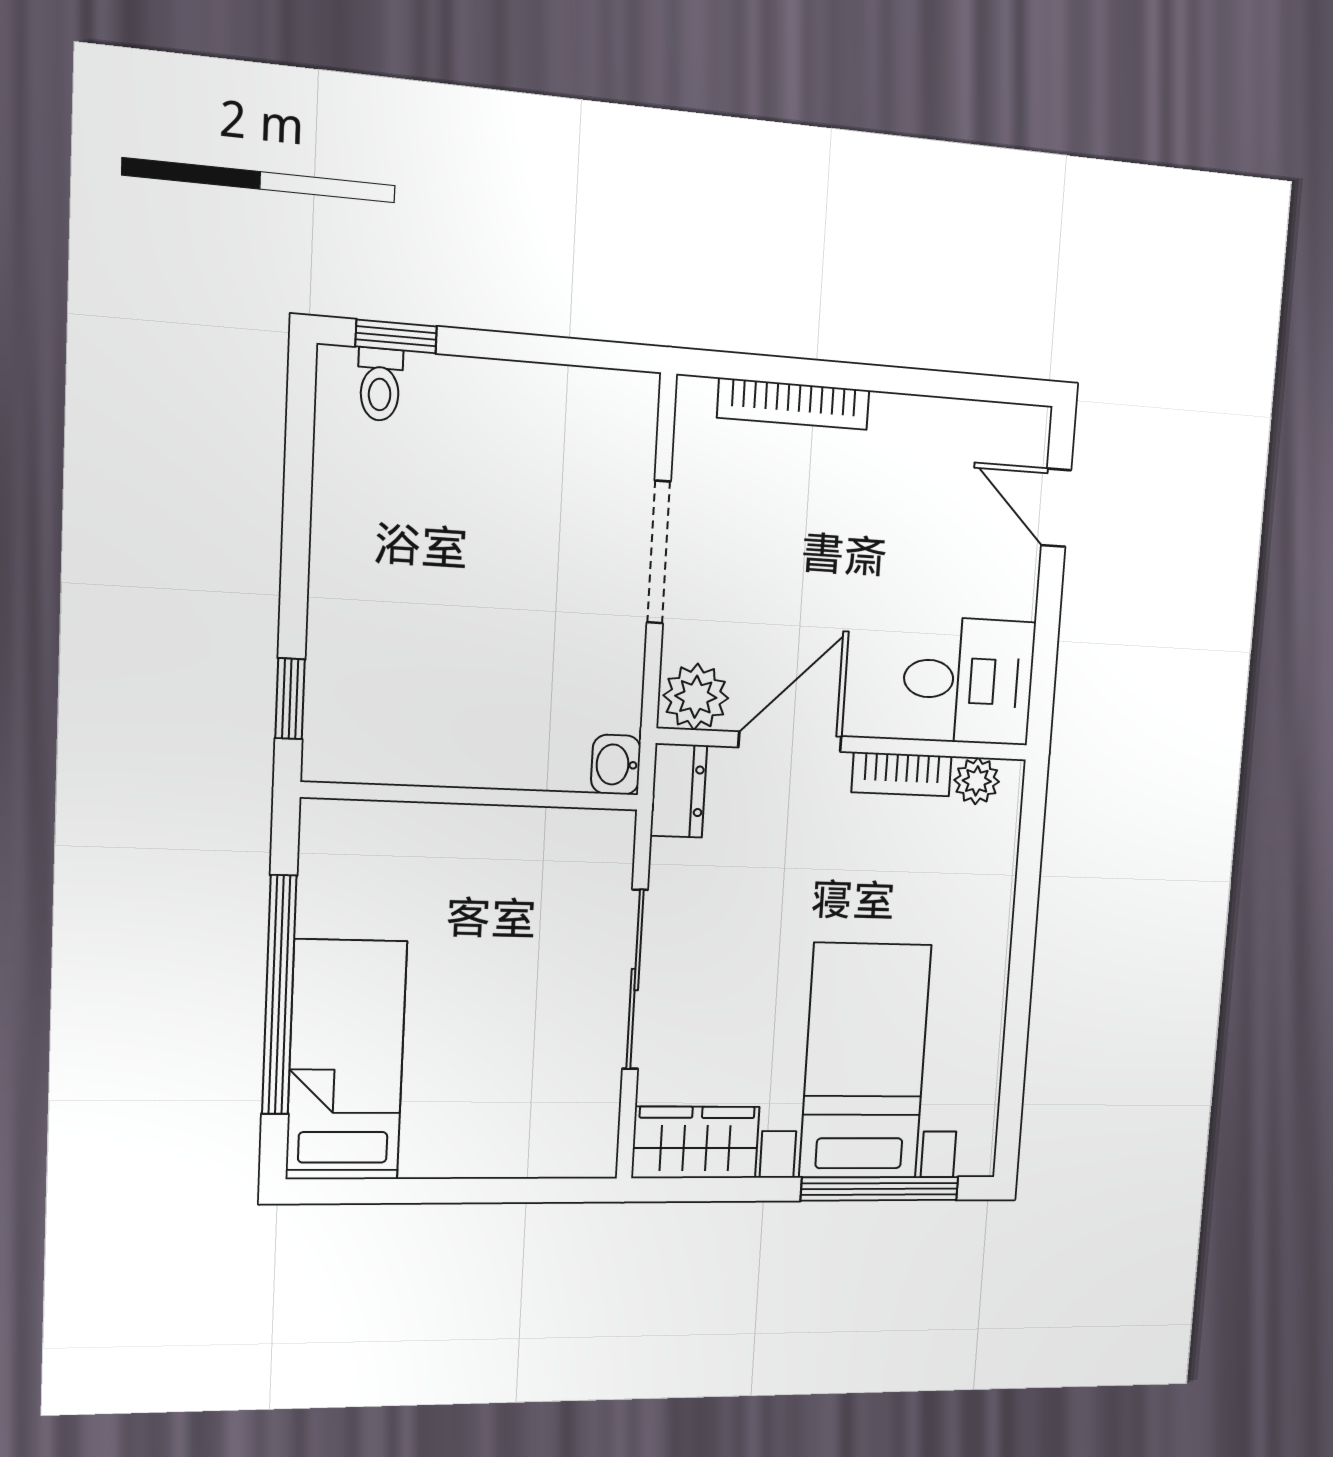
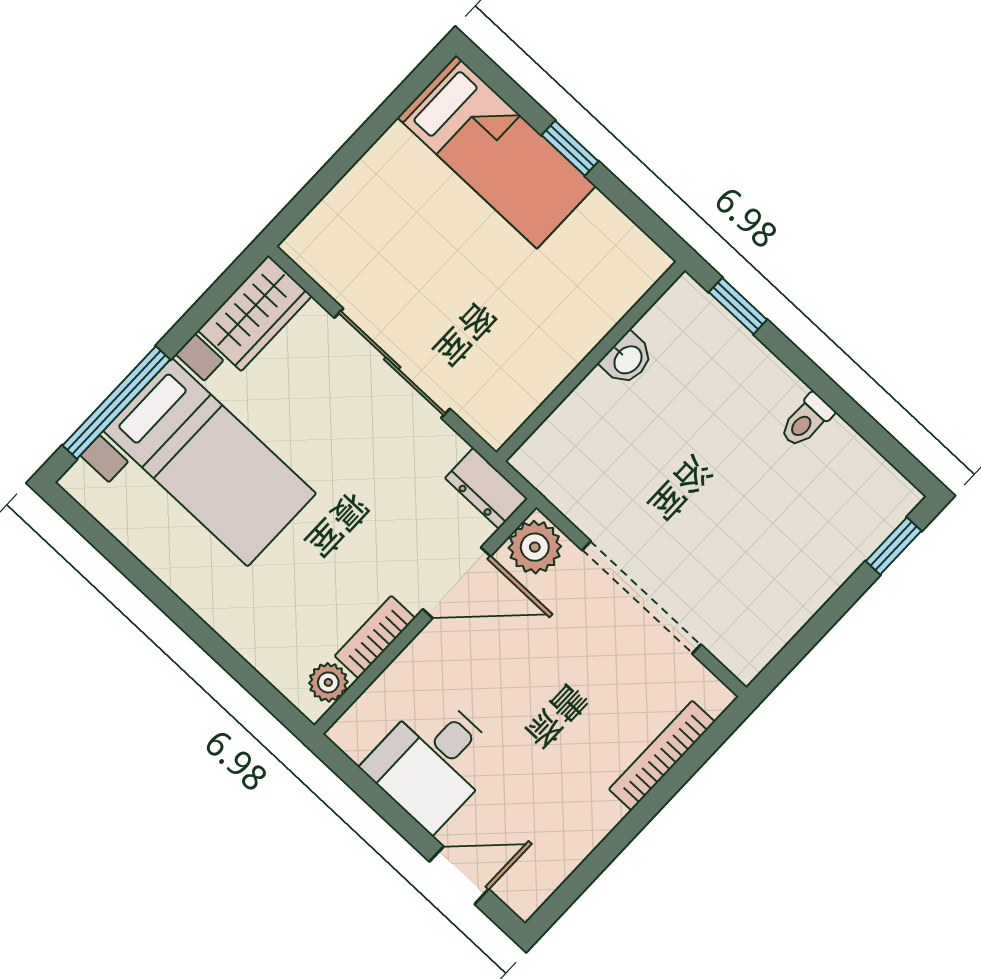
toilet: (380, 384) -> (806, 420), moved, turned -90
doorway: (659, 552) -> (641, 597), width x1.36
desk: (968, 681) -> (433, 762), moved
door: (790, 742) -> (457, 583), hinge flipped
washbasin: (616, 765) -> (627, 359), moved, turned 90
window: (279, 995) -> (570, 148), width x0.32

